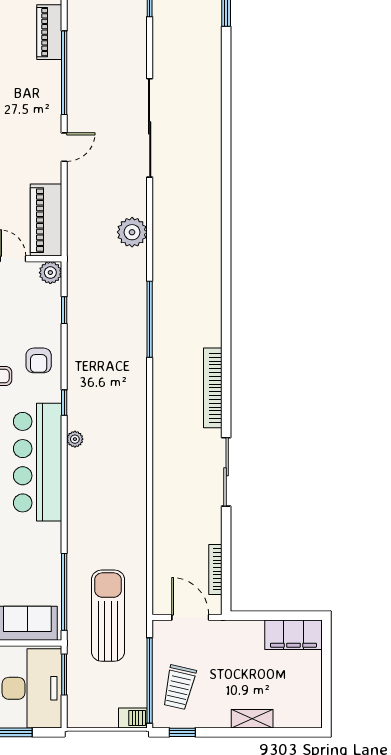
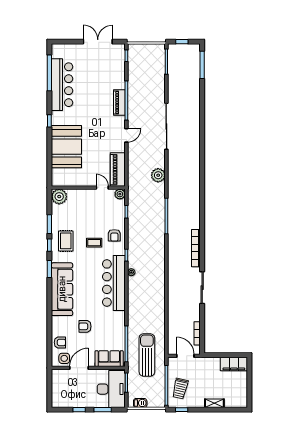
piano: (49, 32) -> (119, 103), moved
barbecue: (133, 718) -> (140, 403), moved

